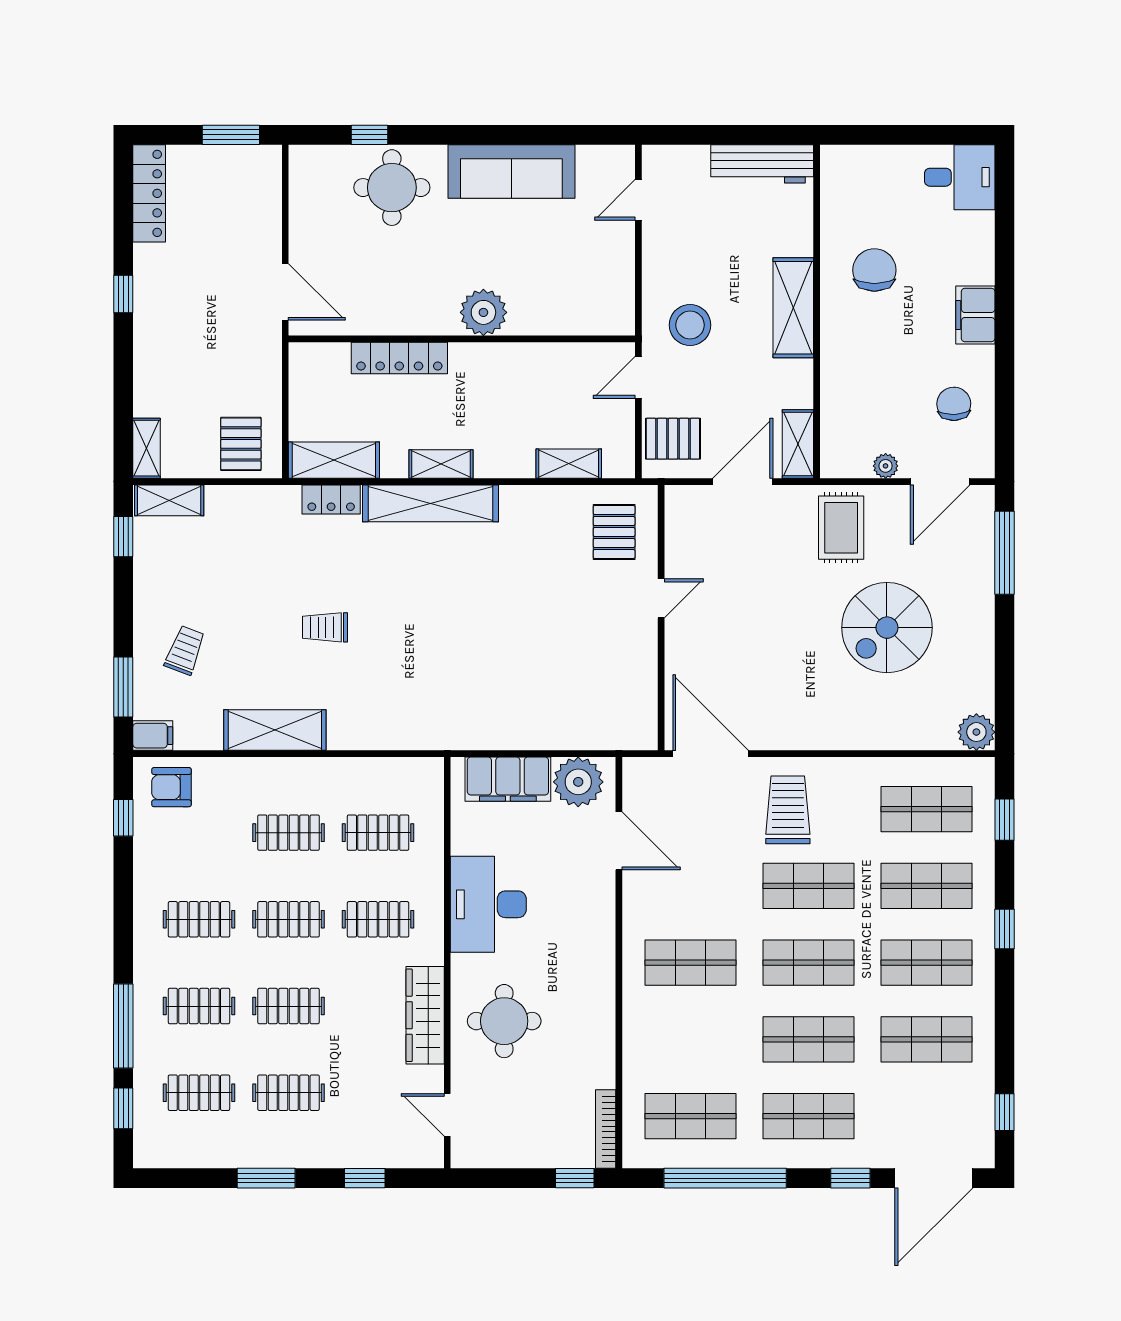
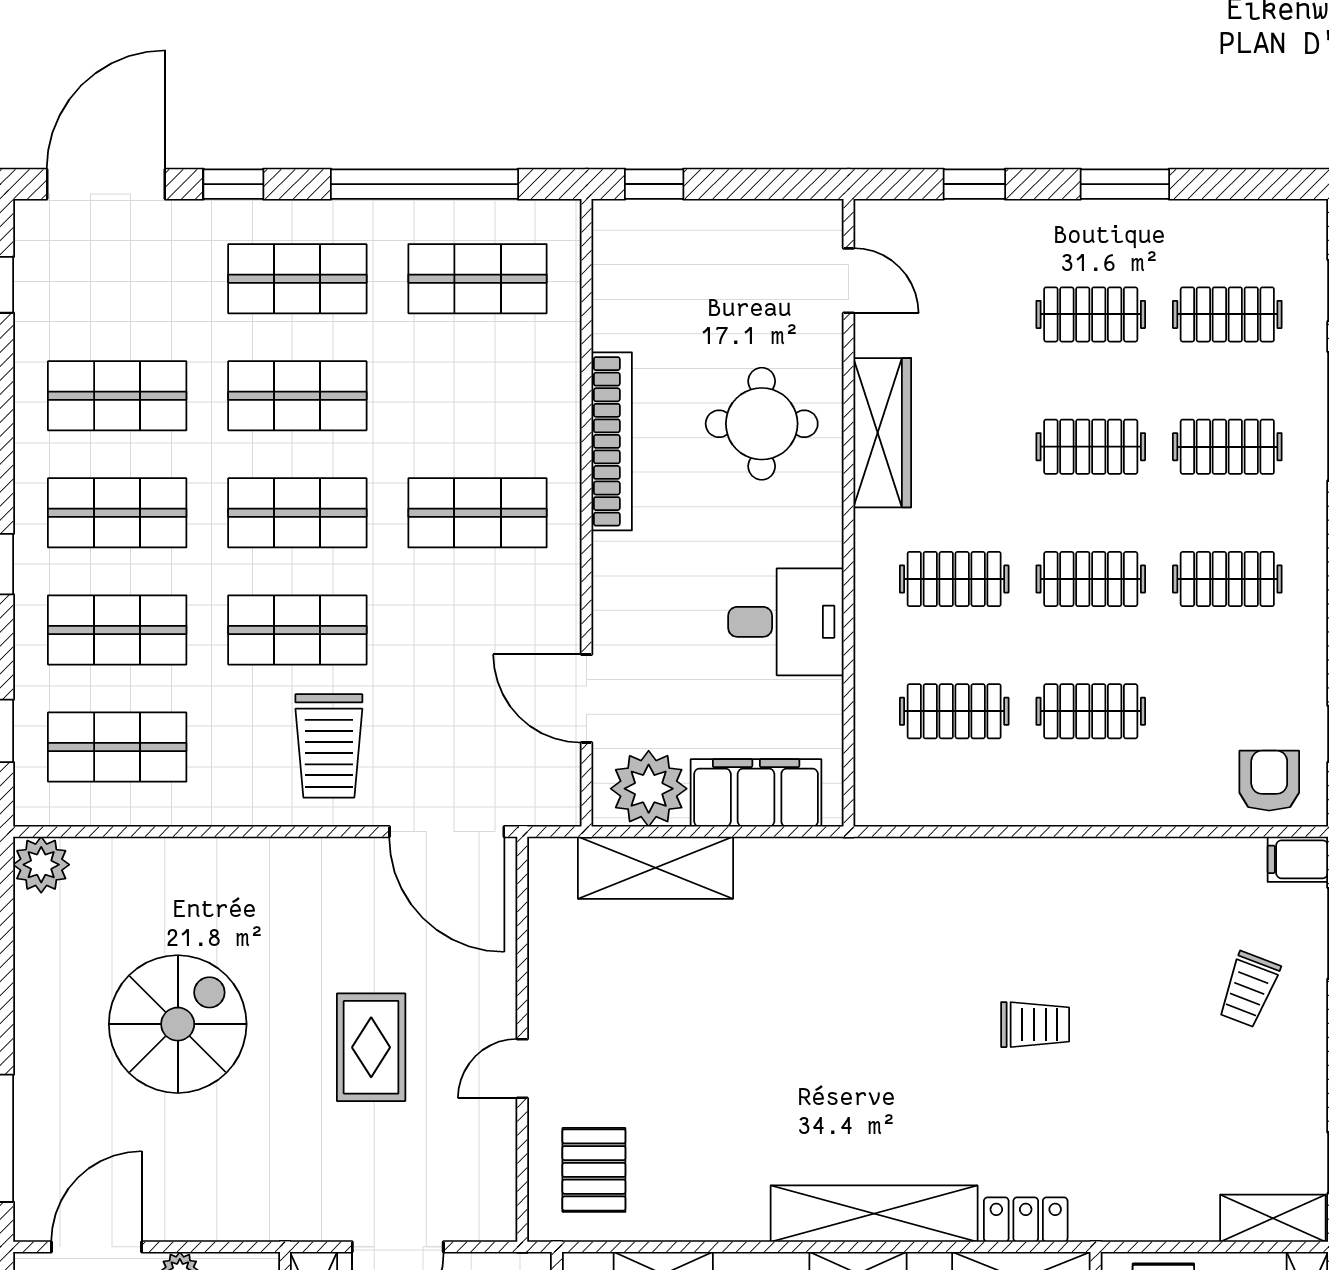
rug: (841, 528) -> (371, 1047), moved
shelving: (275, 730) -> (655, 868), moved
armchair: (172, 787) -> (1269, 781), turned -90
desk: (488, 904) -> (786, 622), width x0.73
bookcase: (606, 1129) -> (612, 441), moved, width x1.48, depth x1.31

